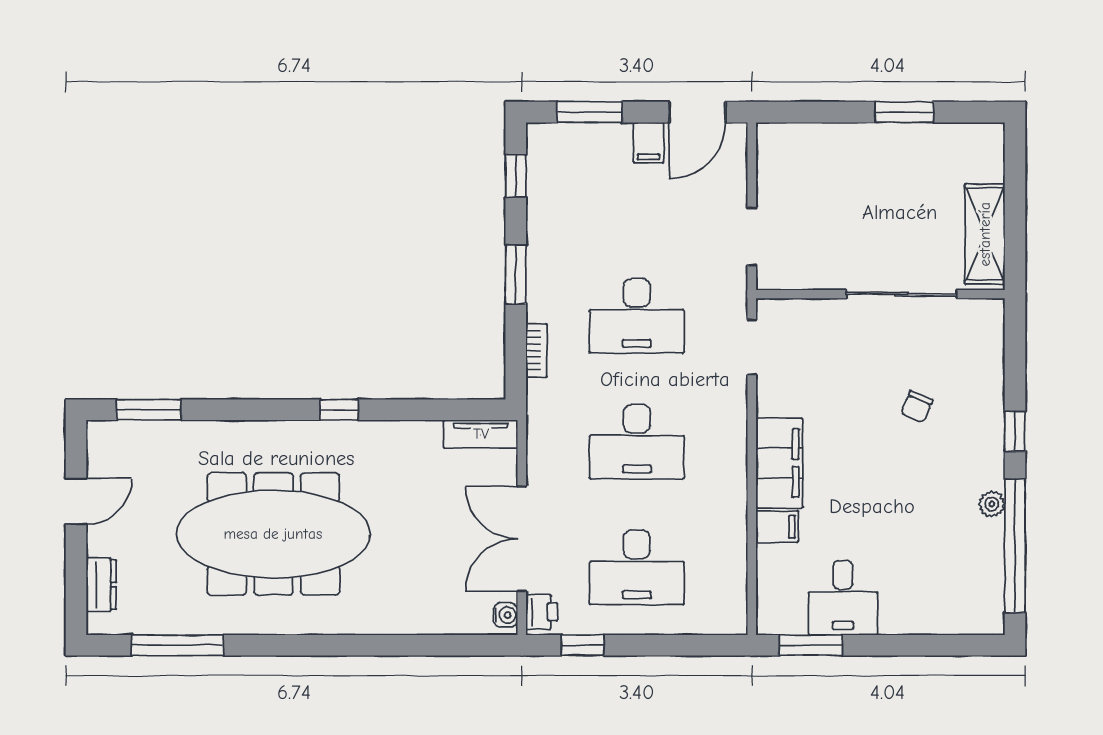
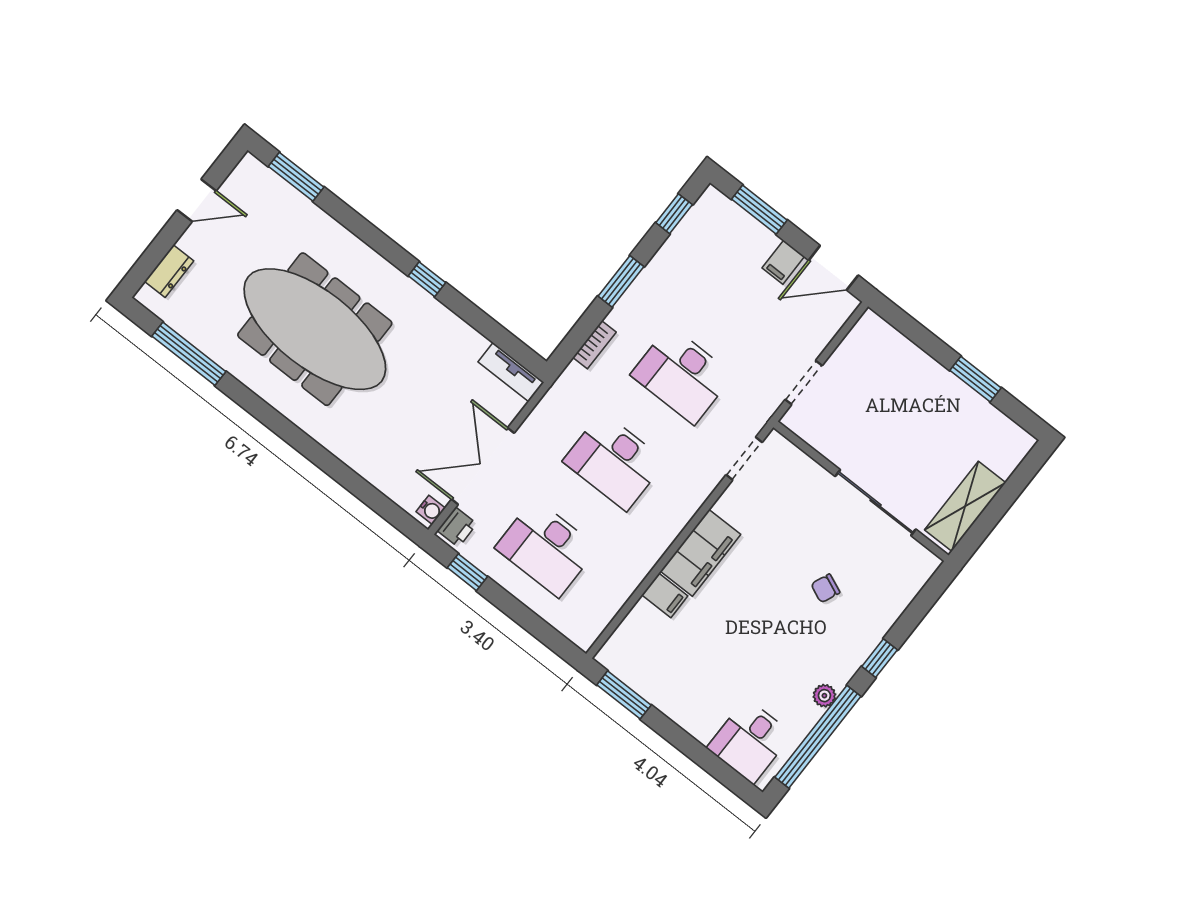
desk: (843, 598) -> (750, 741), moved

